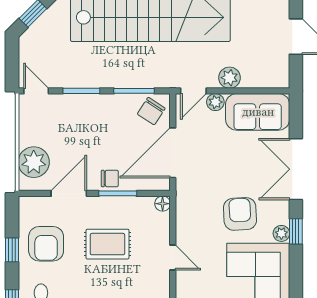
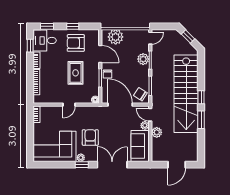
plant: (79, 105) -> (143, 59), added
armchair: (240, 214) -> (90, 137), turned -87

